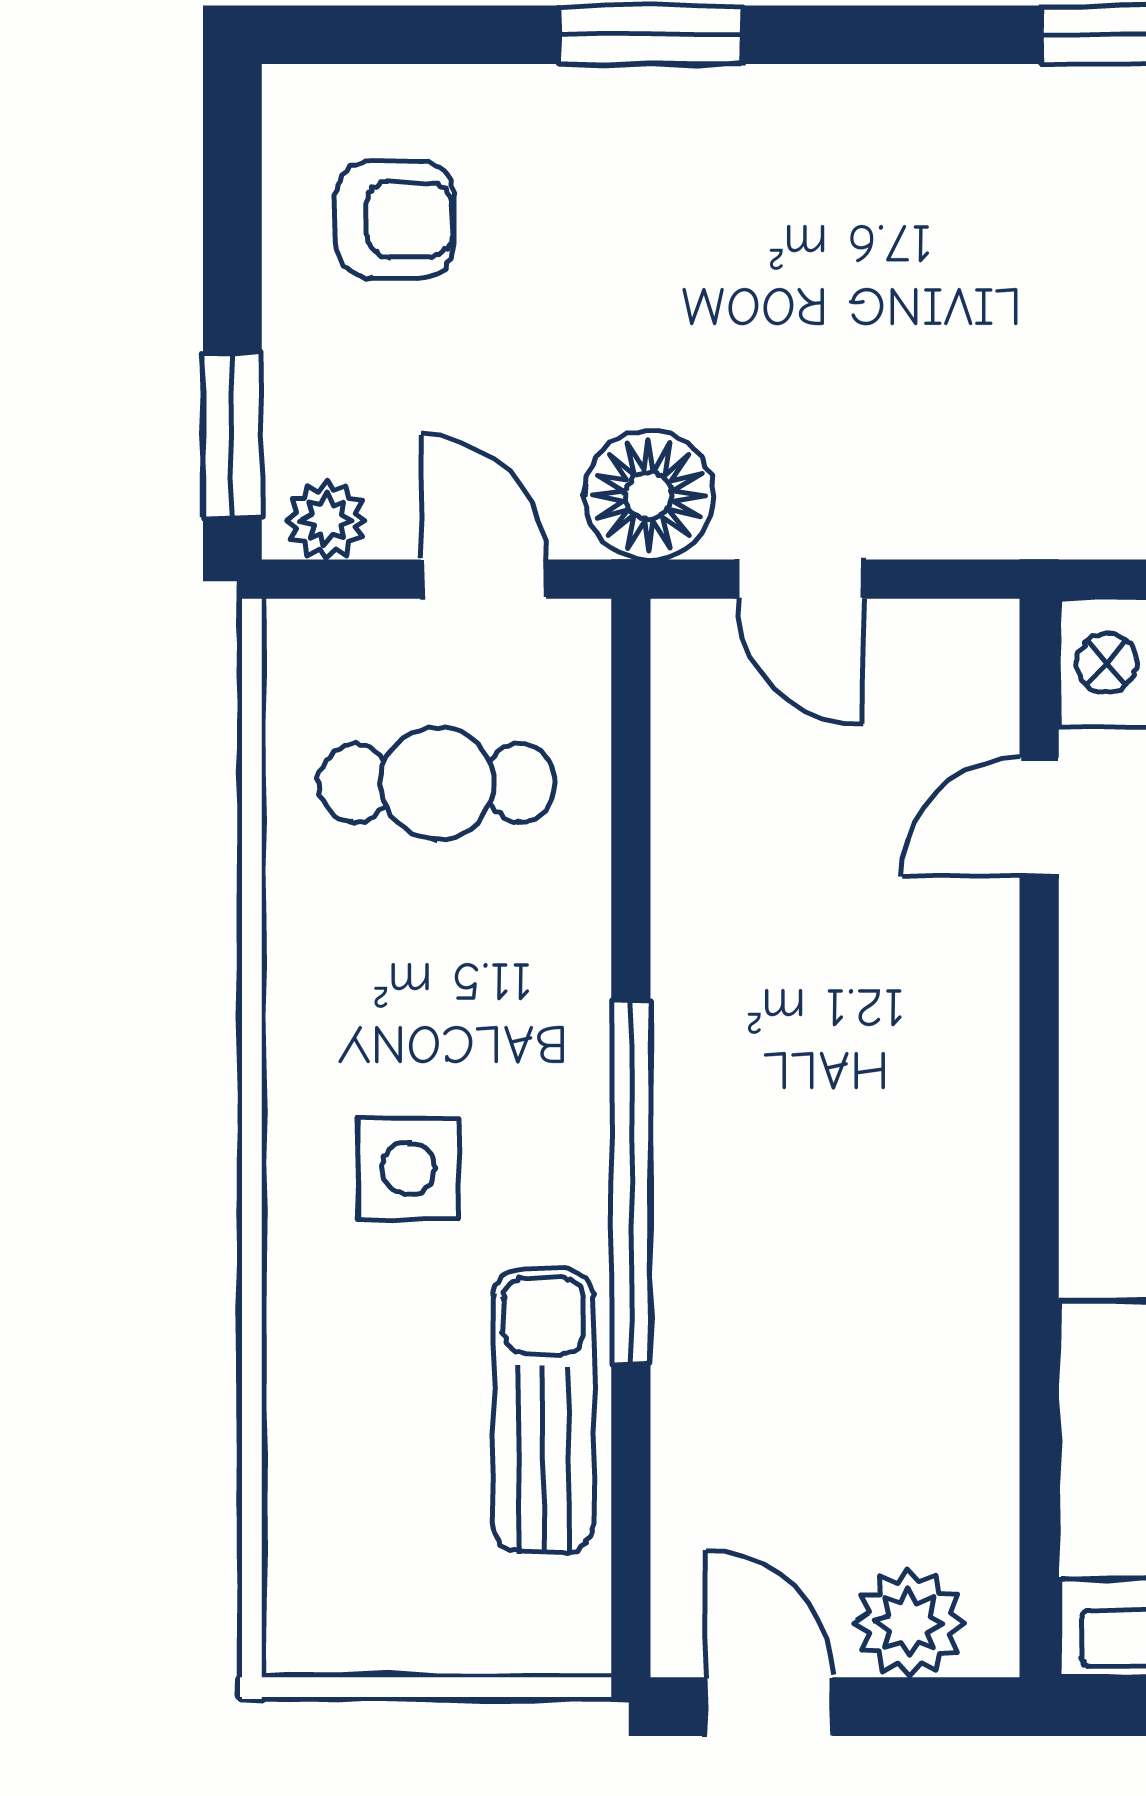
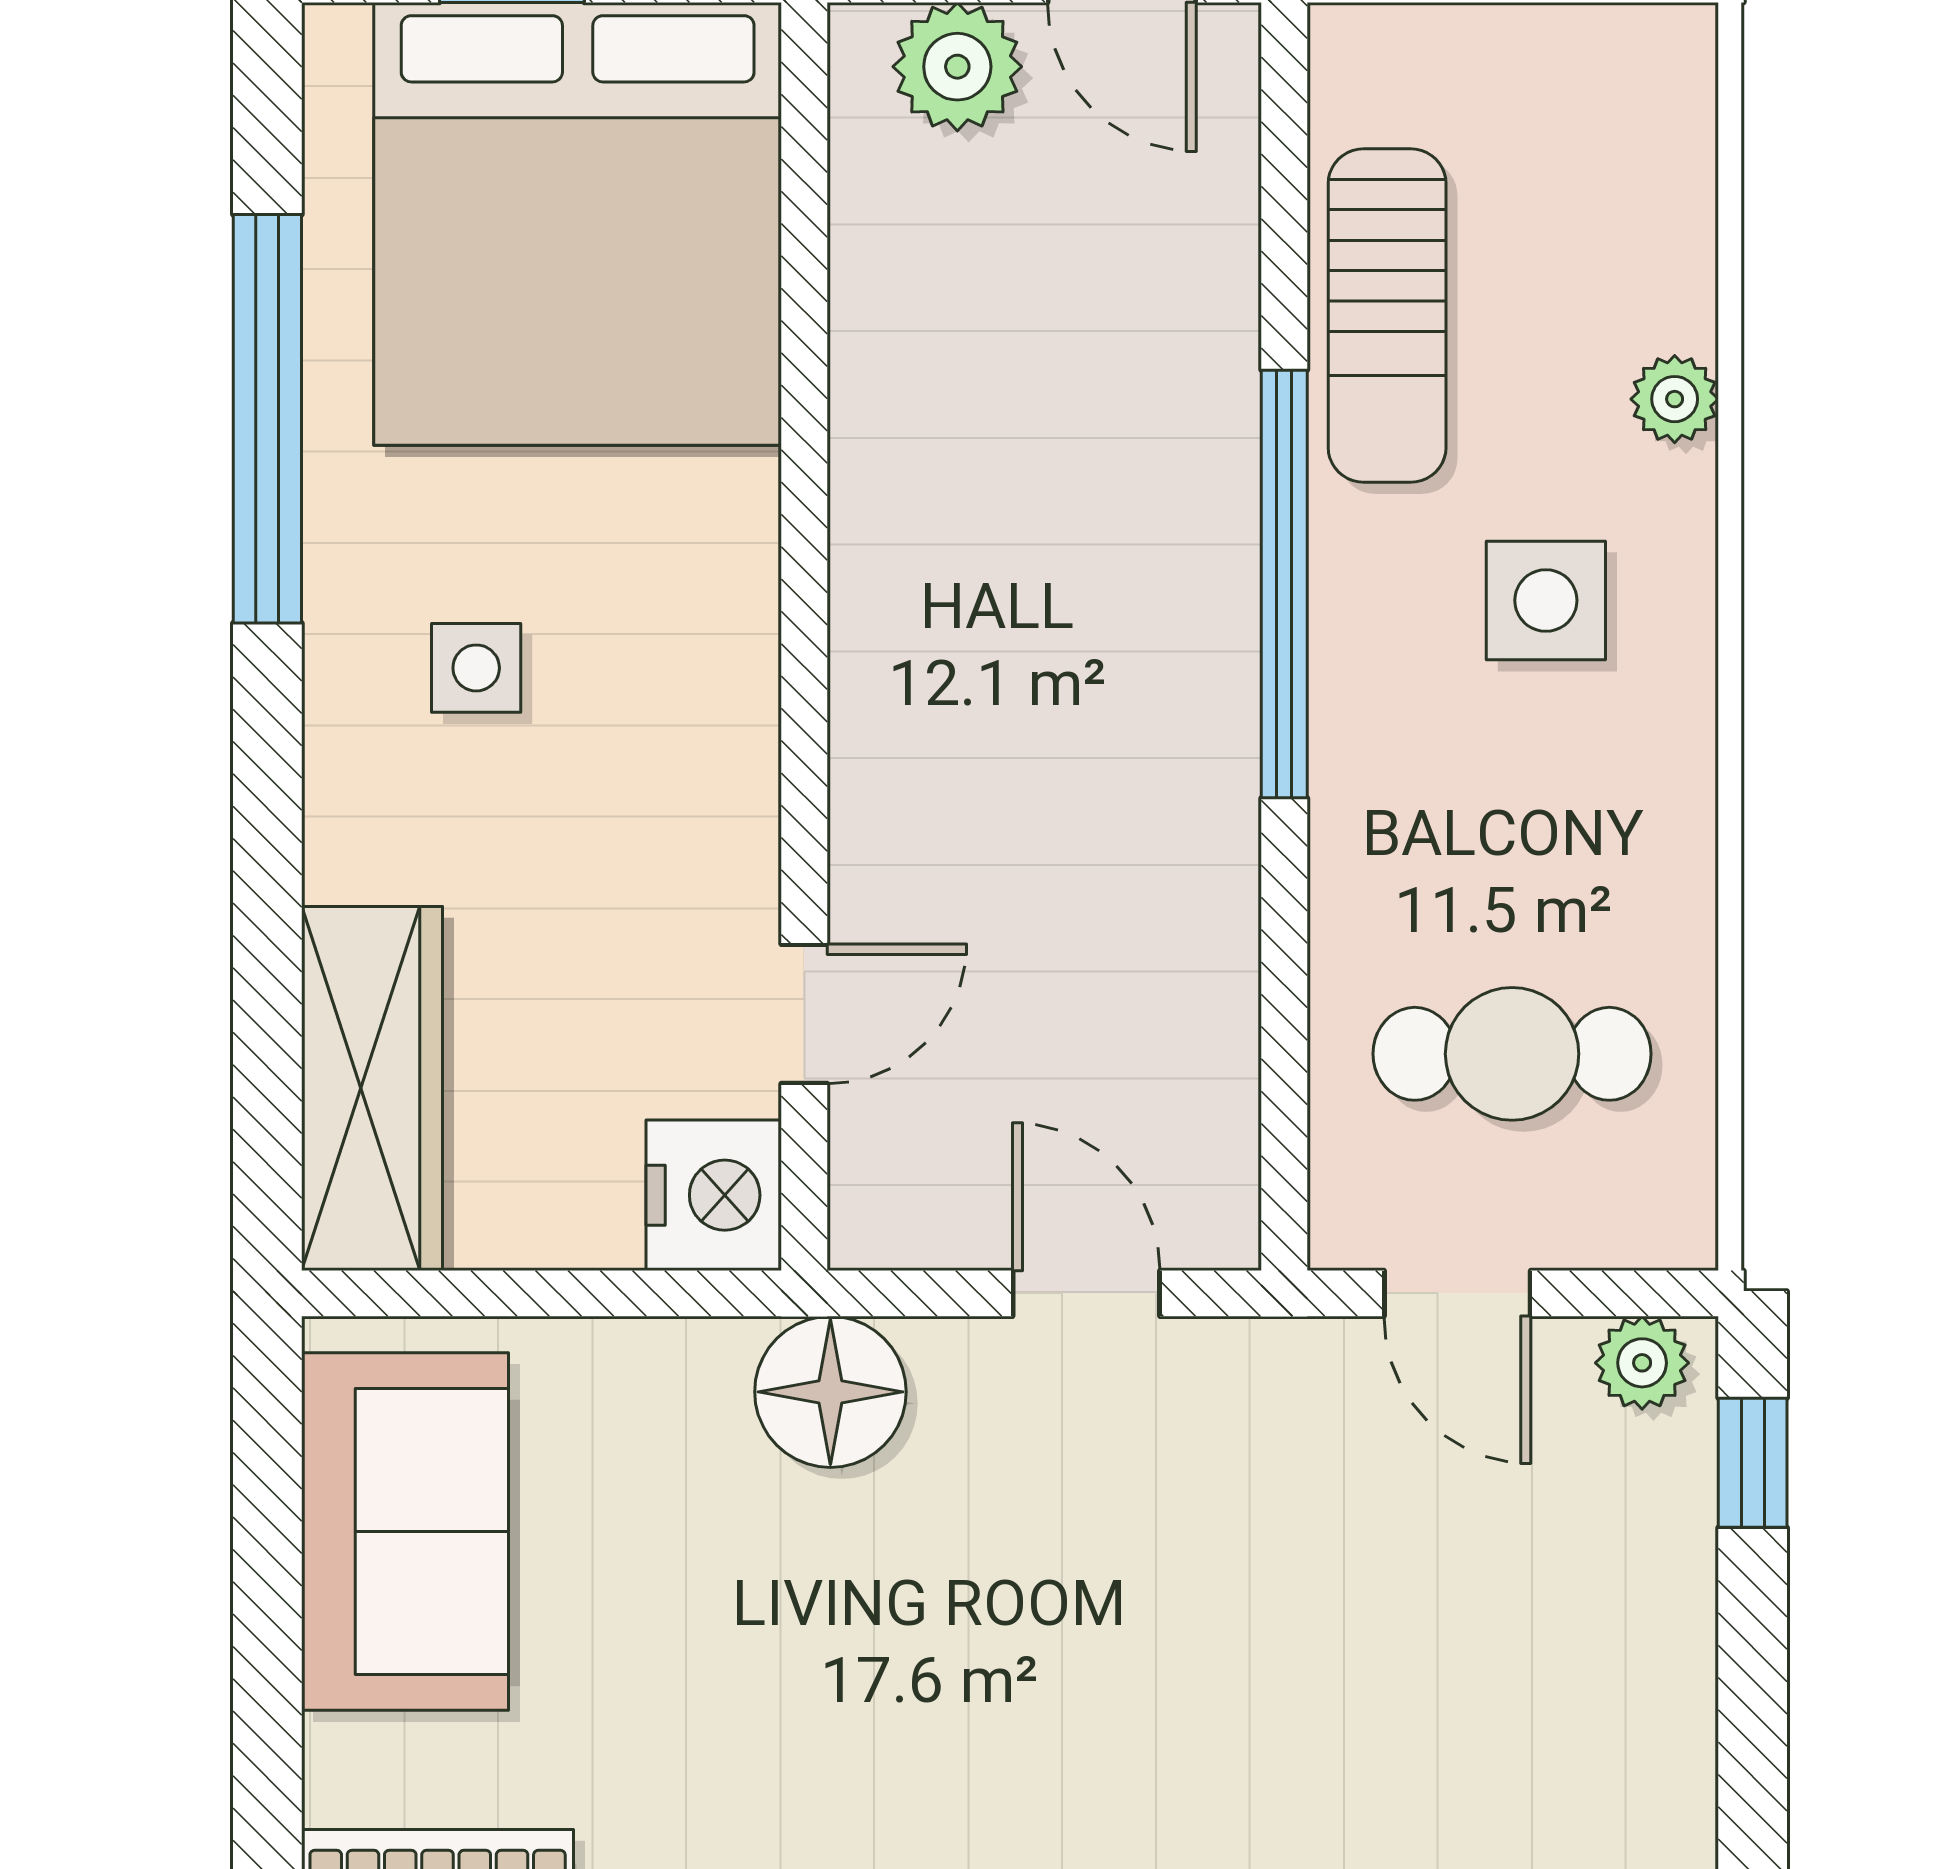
armchair: (395, 220) -> (1561, 1716), removed
window: (232, 435) -> (1753, 1463), width x0.67
floor lamp: (649, 495) -> (830, 1392), moved
plant: (299, 1340) -> (1675, 399), added

